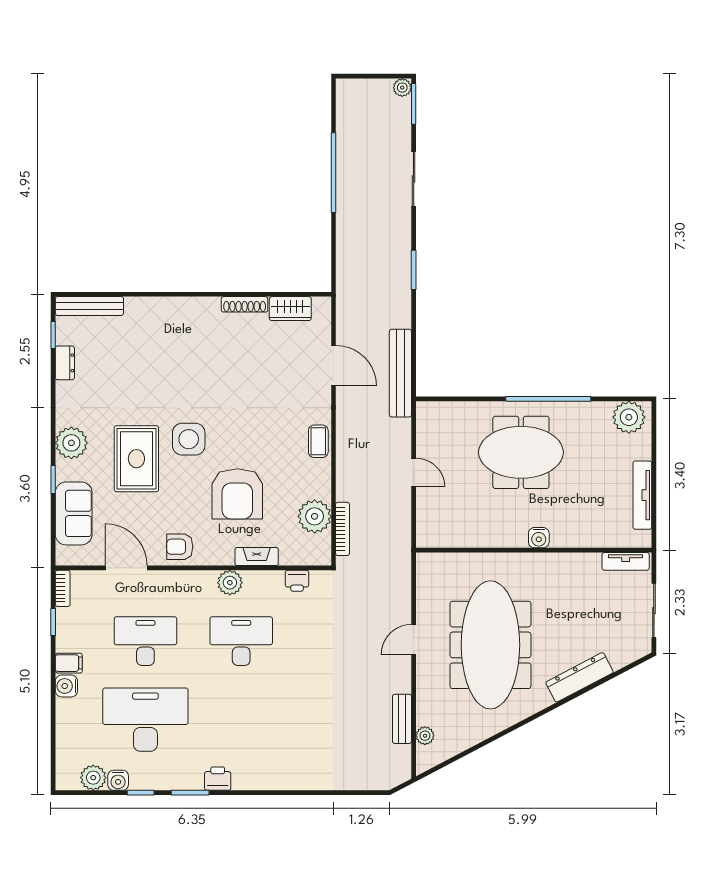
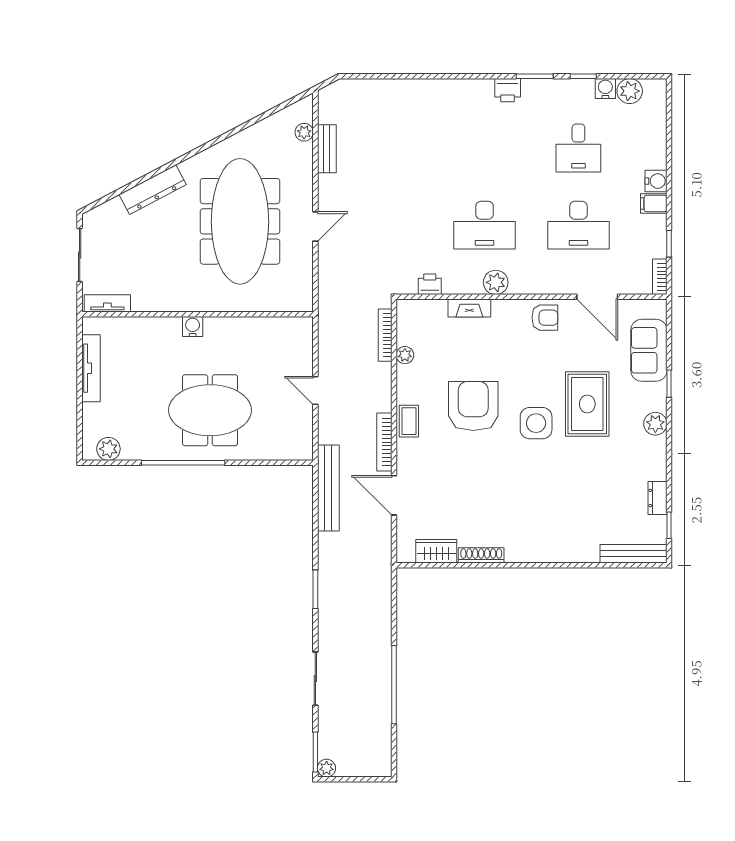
plant: (629, 417) -> (108, 449), width x0.73, depth x0.73
bookcase: (343, 420) -> (384, 442), added
plant: (71, 443) -> (655, 424), width x0.73, depth x0.73
armchair: (237, 494) -> (473, 406), moved
plant: (315, 516) -> (405, 355), width x0.53, depth x0.53
desk: (145, 720) -> (578, 148), width x0.53, depth x0.77

